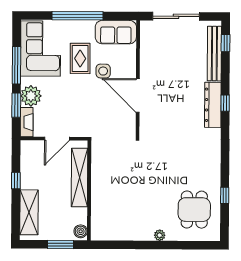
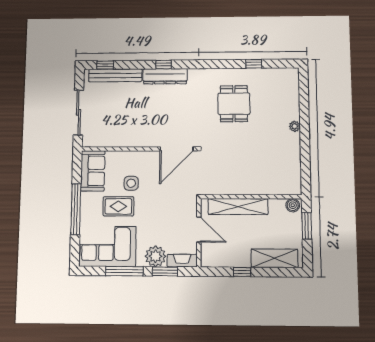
door: (138, 95) -> (177, 149), moved
dining table: (194, 210) -> (234, 104), moved, turned 90

